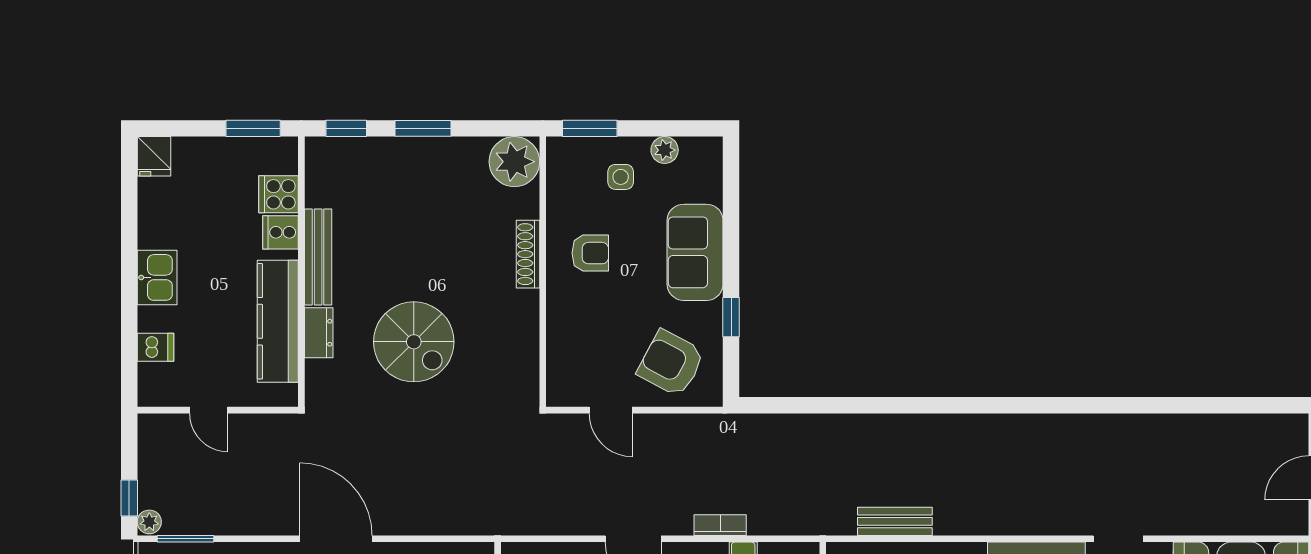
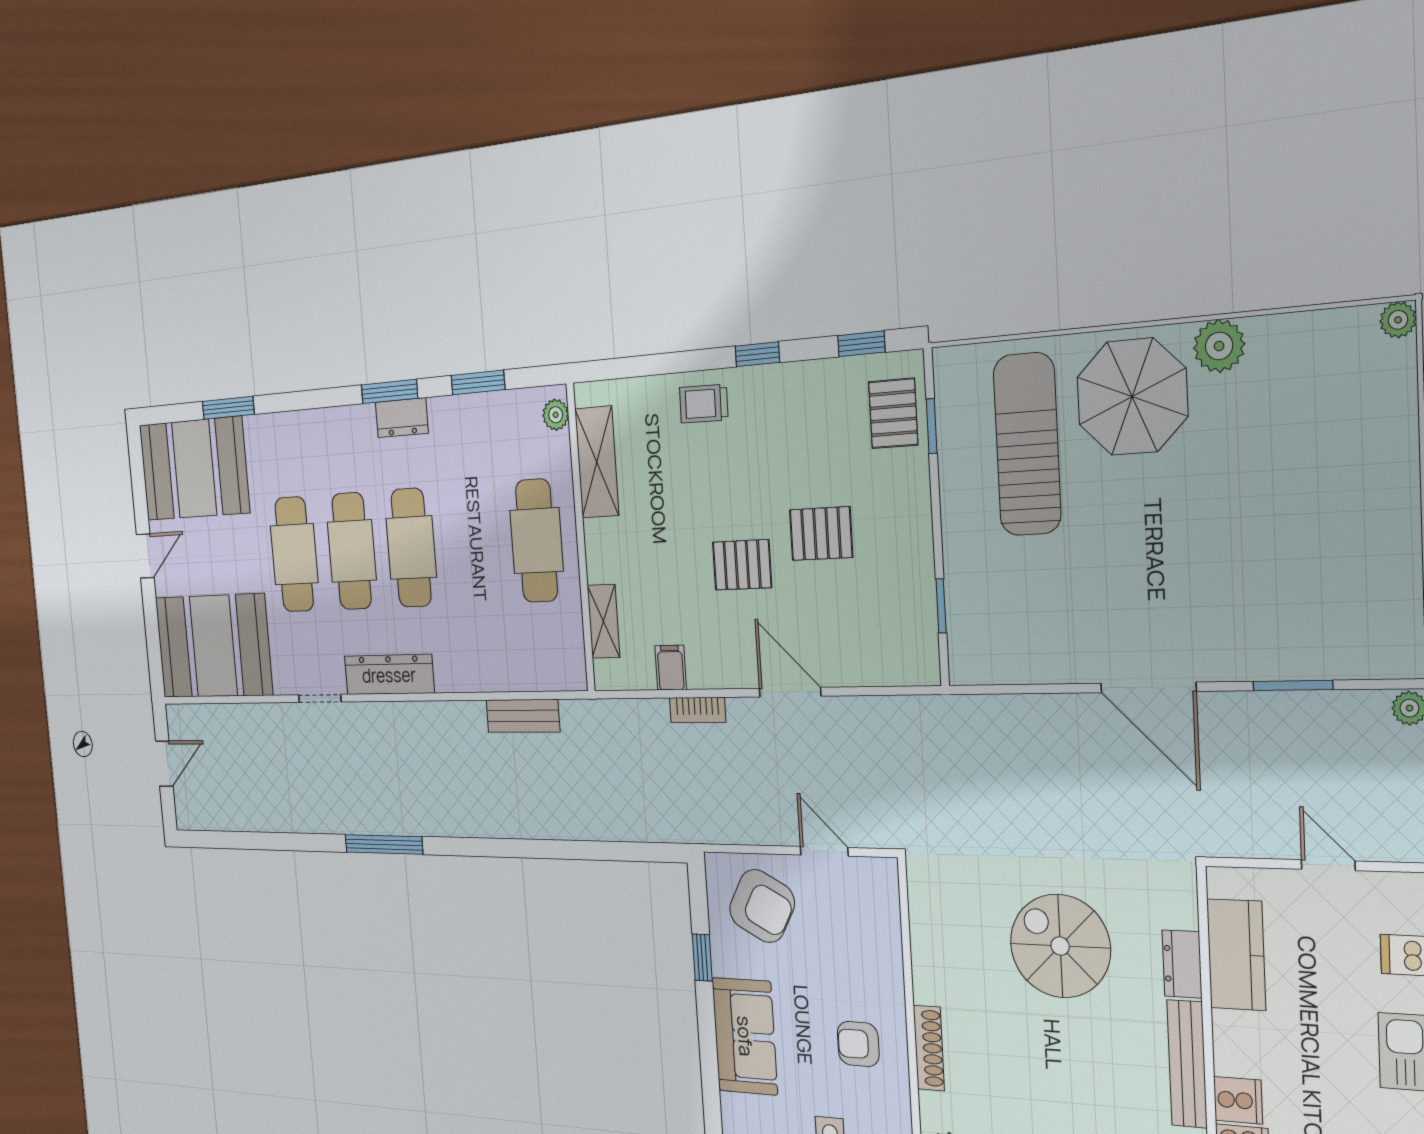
kitchen counter: (278, 321) -> (1236, 955), width x0.67
window: (1058, 405) -> (384, 844), added
window: (186, 539) -> (1293, 685), moved

